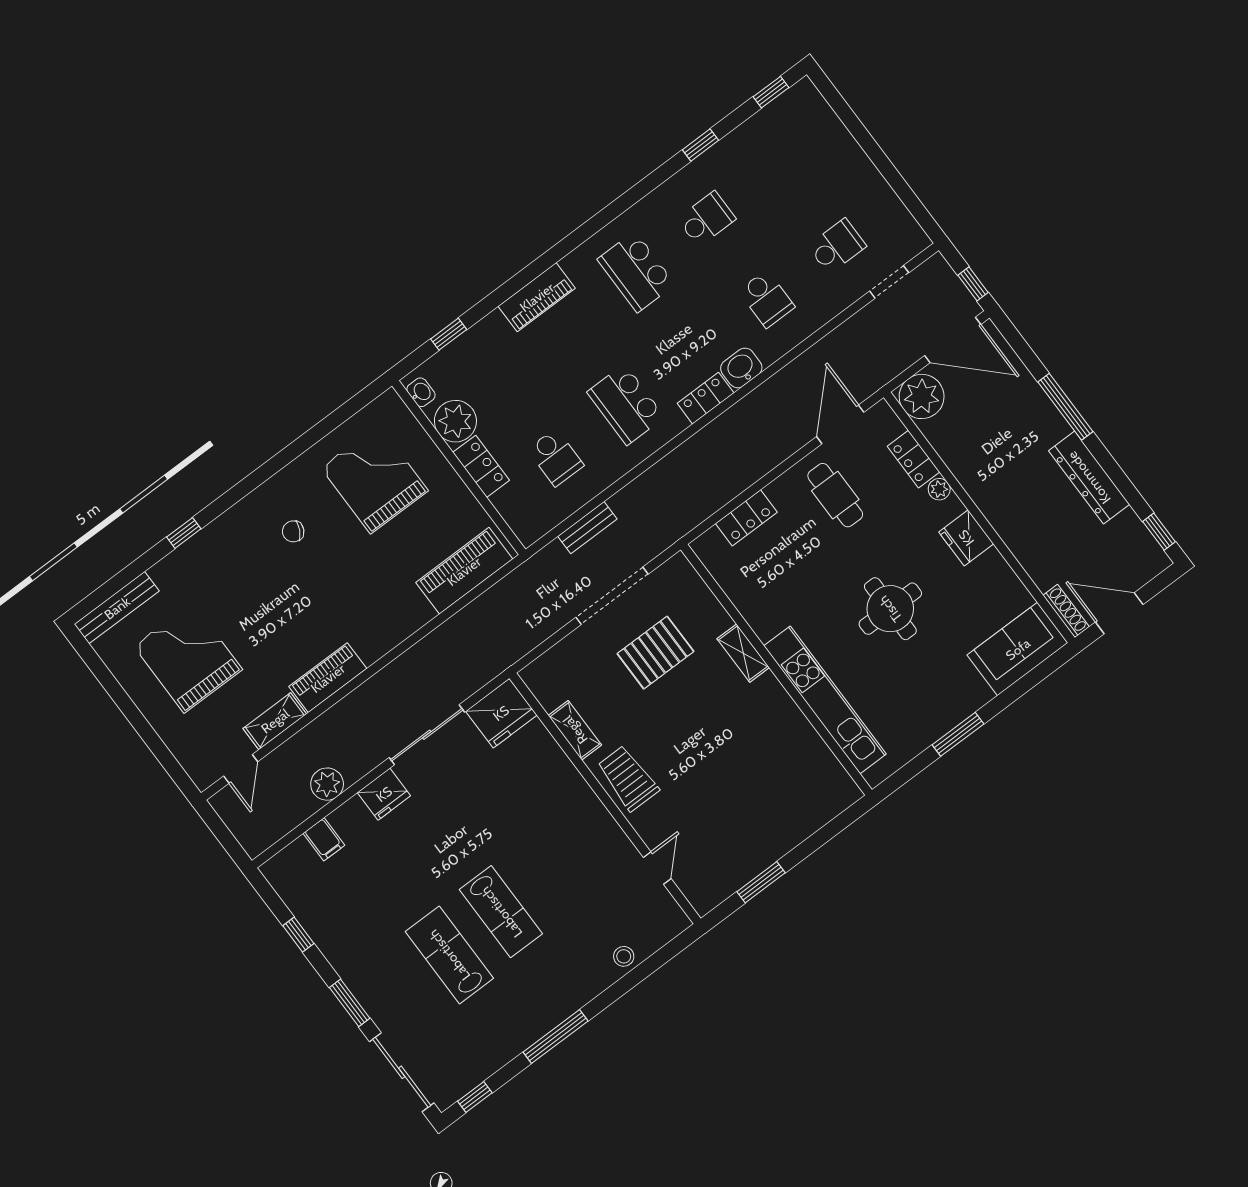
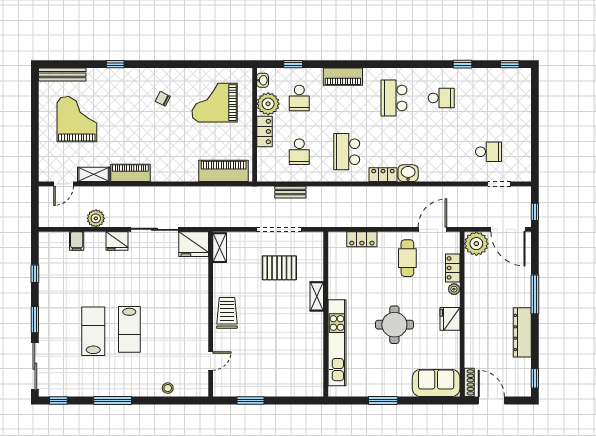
school desk: (767, 299) -> (299, 98), moved
grand piano: (375, 479) -> (215, 103), turned -90
shelving: (575, 730) -> (220, 248), moved

